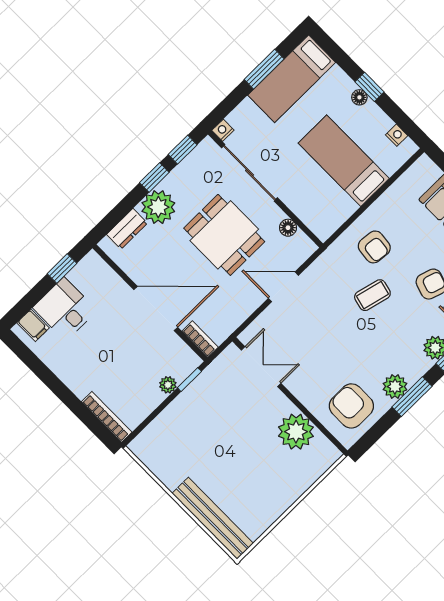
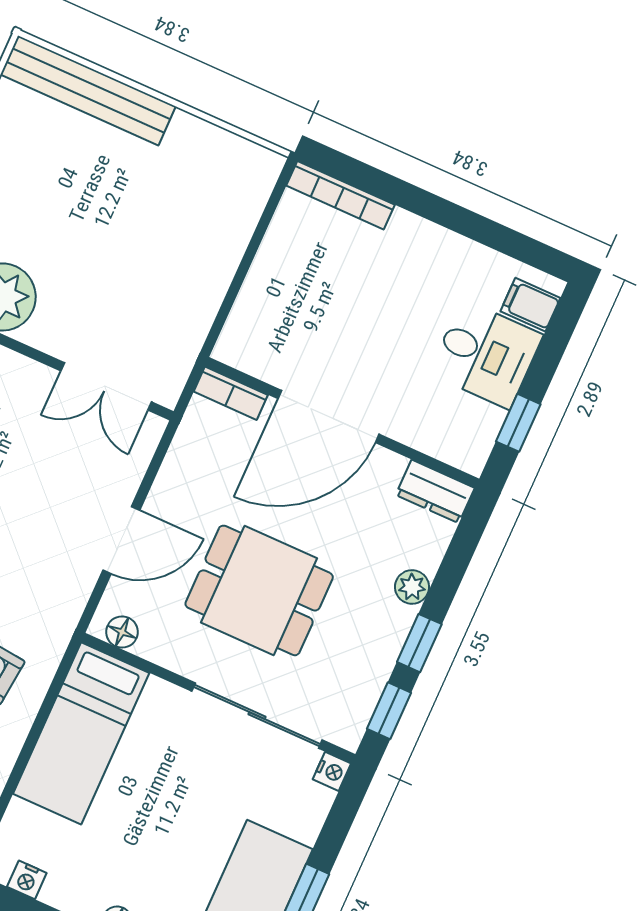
bed: (344, 161) -> (81, 733), moved, turned 90
plant: (158, 207) -> (412, 587), width x0.53, depth x0.53
floor lamp: (288, 228) -> (122, 632), moved
dresser: (127, 229) -> (435, 491), moved, turned -90
window: (189, 380) -> (222, 316), removed
plant: (168, 385) -> (256, 292), removed

